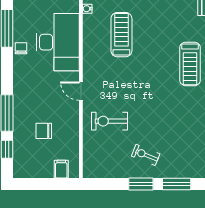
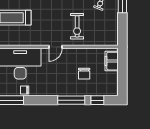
filing cabinet: (61, 169) -> (112, 61), width x2.00

